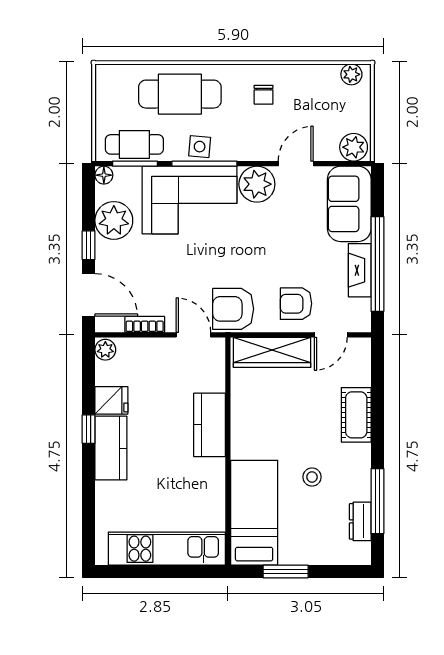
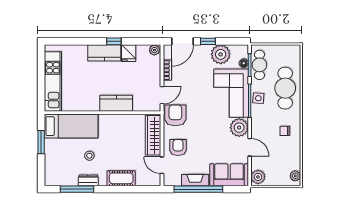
floor lamp: (104, 175) -> (244, 63), moved
dresser: (360, 521) -> (88, 180), moved

